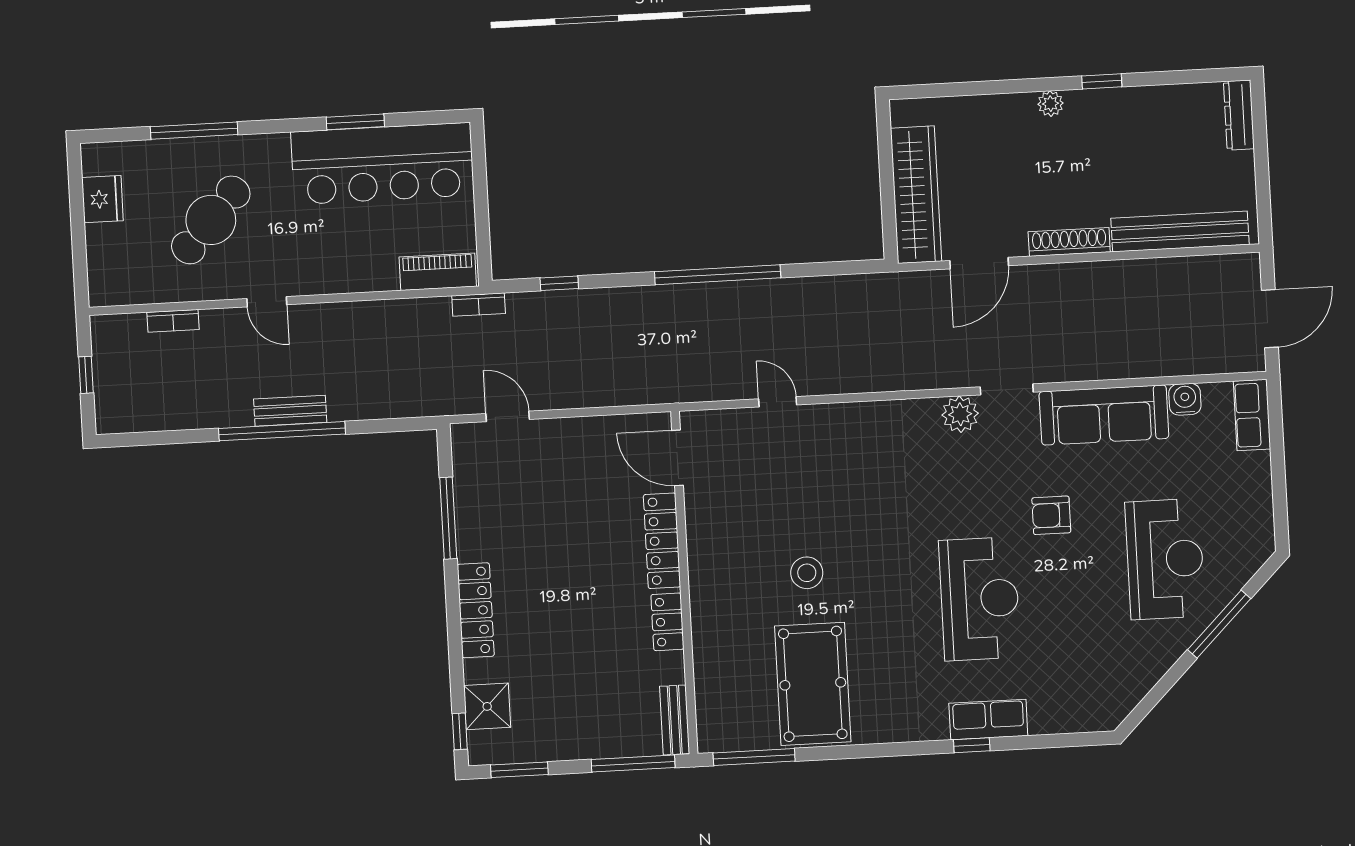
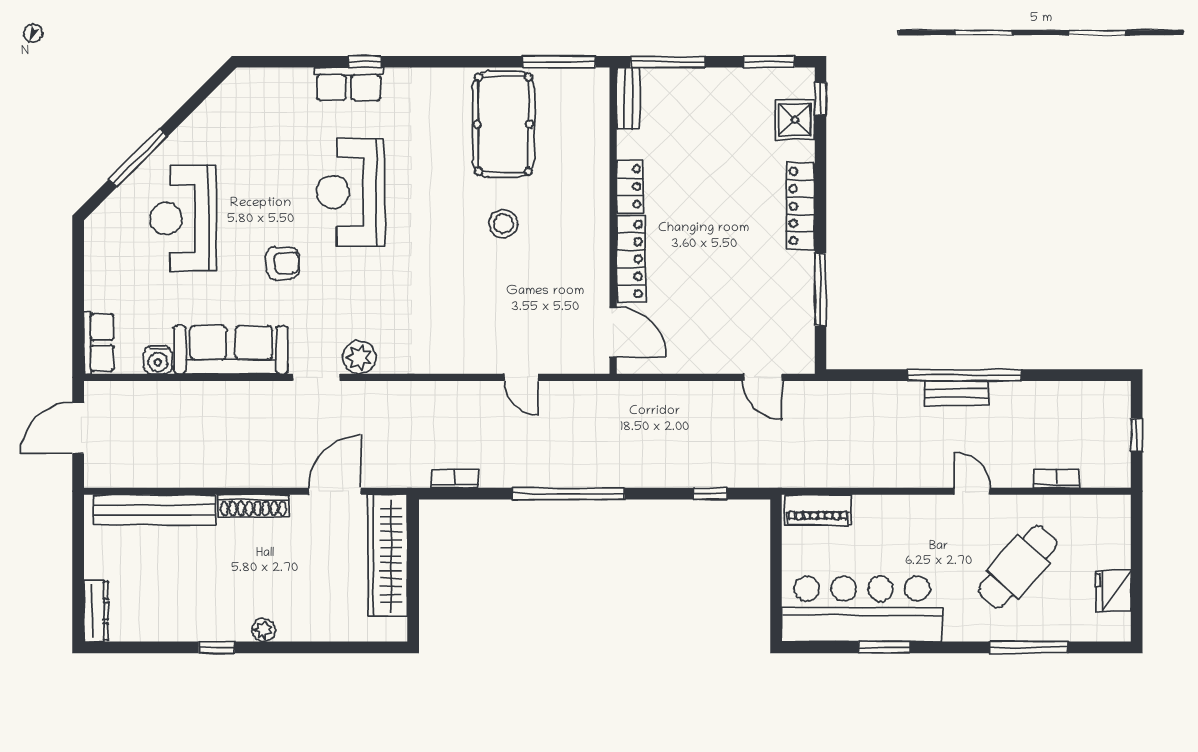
bookcase: (479, 305) -> (455, 479), moved

